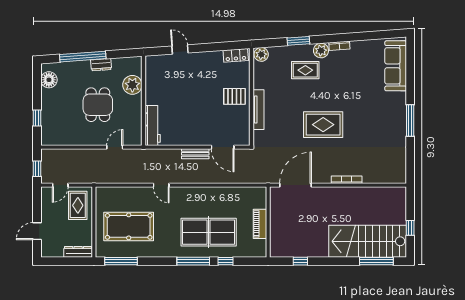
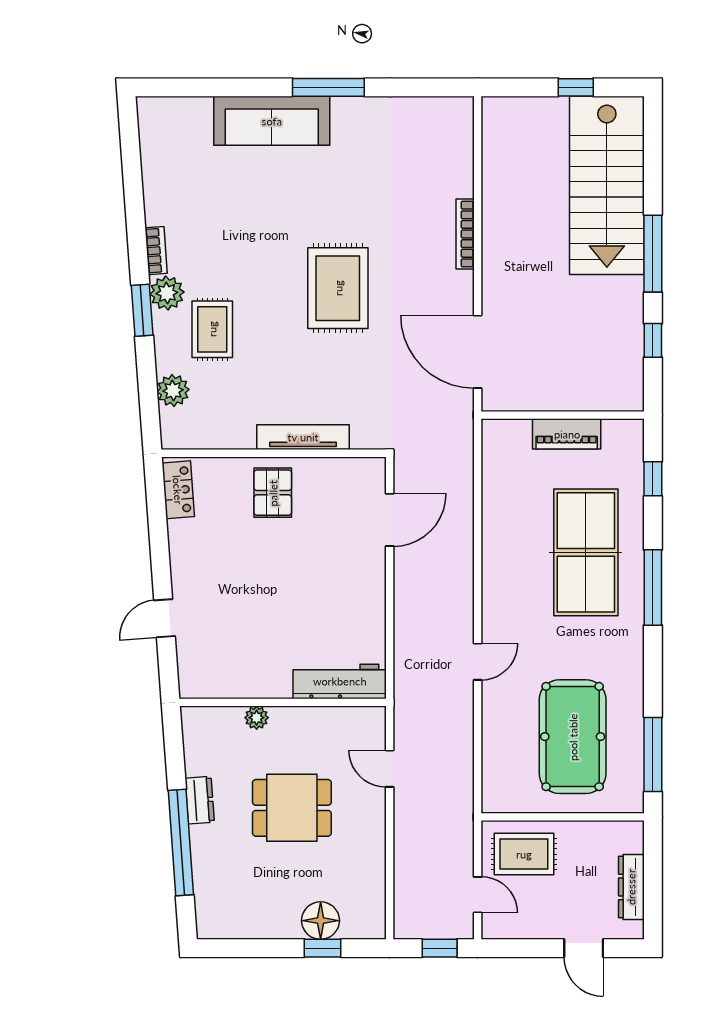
window: (298, 41) -> (142, 310), moved
plant: (261, 54) -> (173, 390), moved
sofa: (396, 66) -> (272, 121), moved
floor lamp: (49, 80) -> (321, 921), moved
plant: (132, 85) -> (257, 718), width x0.53, depth x0.53
bench: (195, 154) -> (405, 583), removed
dresser: (78, 252) -> (631, 887), moved
window: (226, 261) -> (653, 479), moved
window: (376, 261) -> (653, 254), moved

